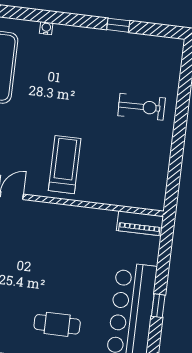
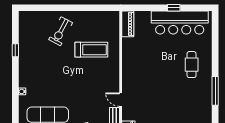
exercise bike: (142, 107) -> (61, 31), turned -151
treadmill: (65, 165) -> (91, 50), moved, turned 180

